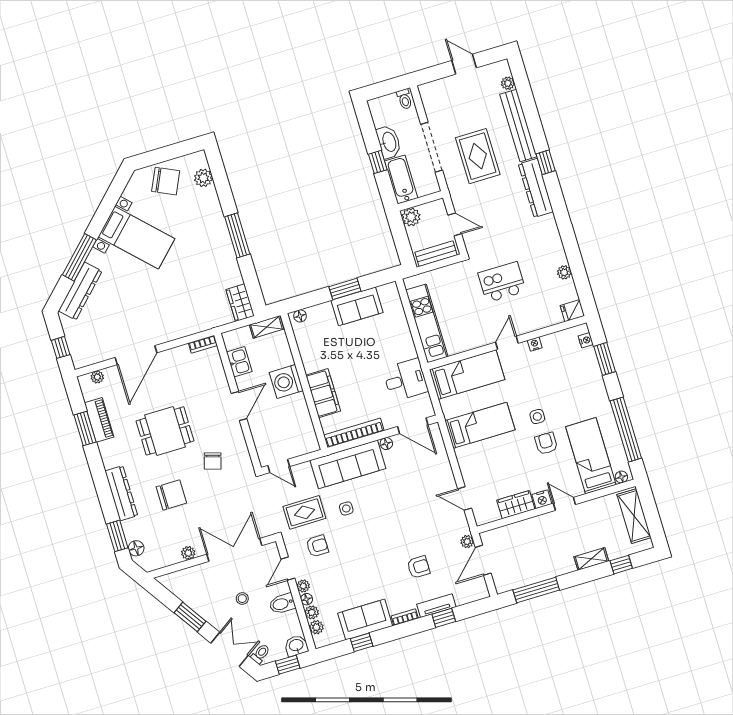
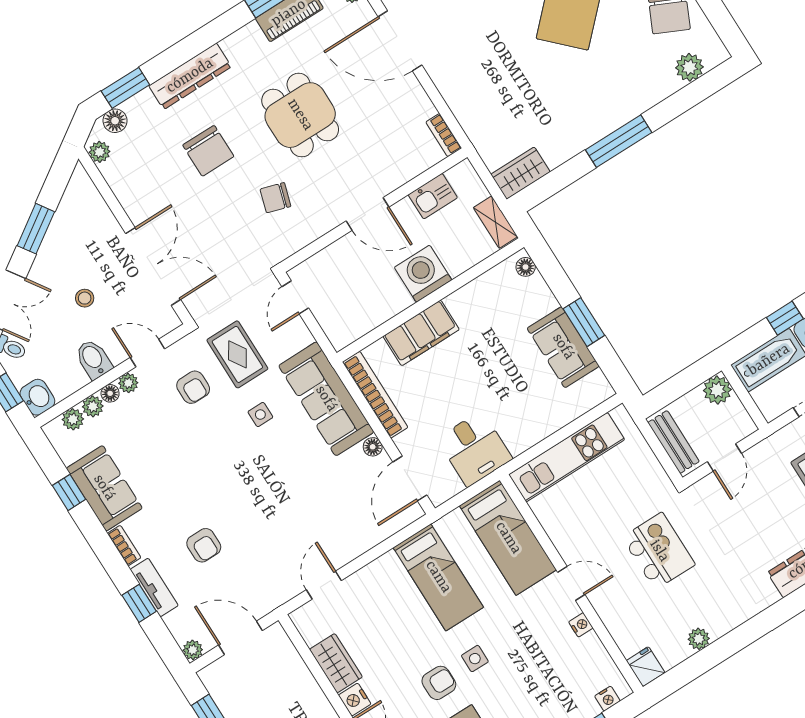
plant: (467, 542) -> (193, 650), moved
plant: (188, 553) -> (100, 152), moved

